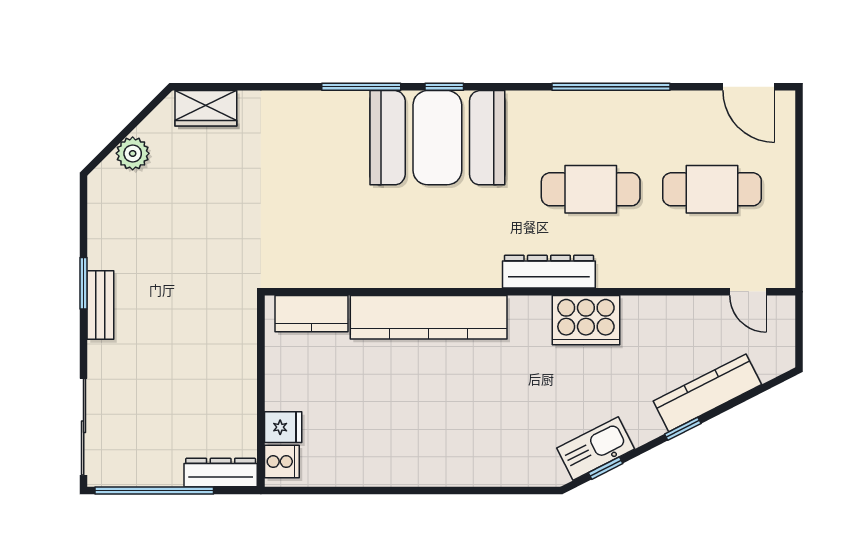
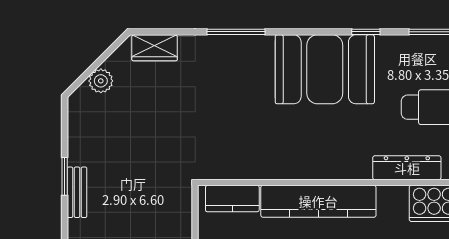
window: (361, 87) -> (236, 32), moved
window: (444, 87) -> (366, 32), moved

